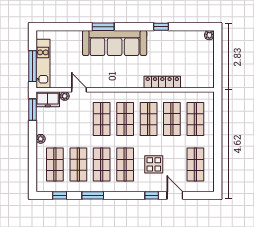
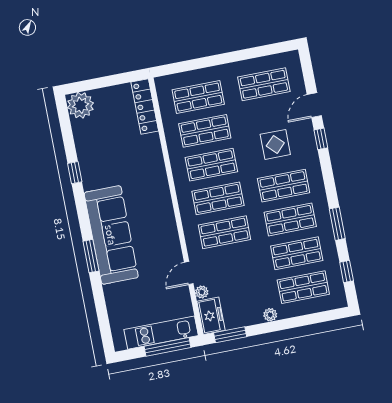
plant: (209, 35) -> (81, 105), width x1.87, depth x1.87
locker: (162, 82) -> (145, 106), moved

